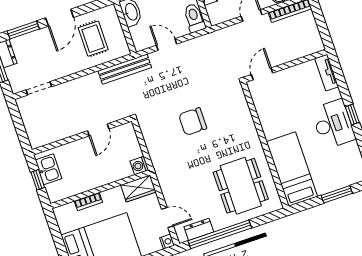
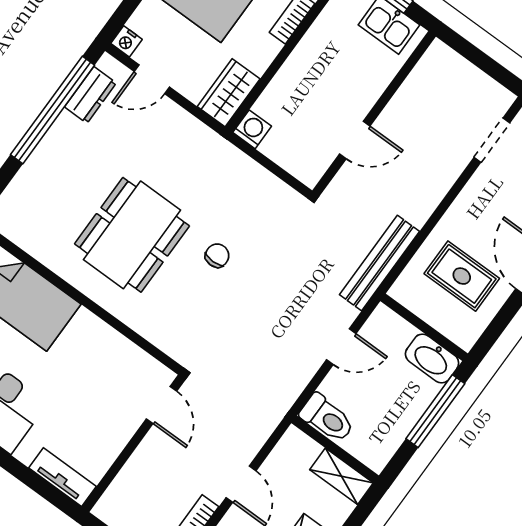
chair: (193, 122) -> (217, 256), width x0.54, depth x0.54
door: (98, 130) -> (355, 140), swing flipped
dining table: (241, 186) -> (132, 235), moved, turned 90

